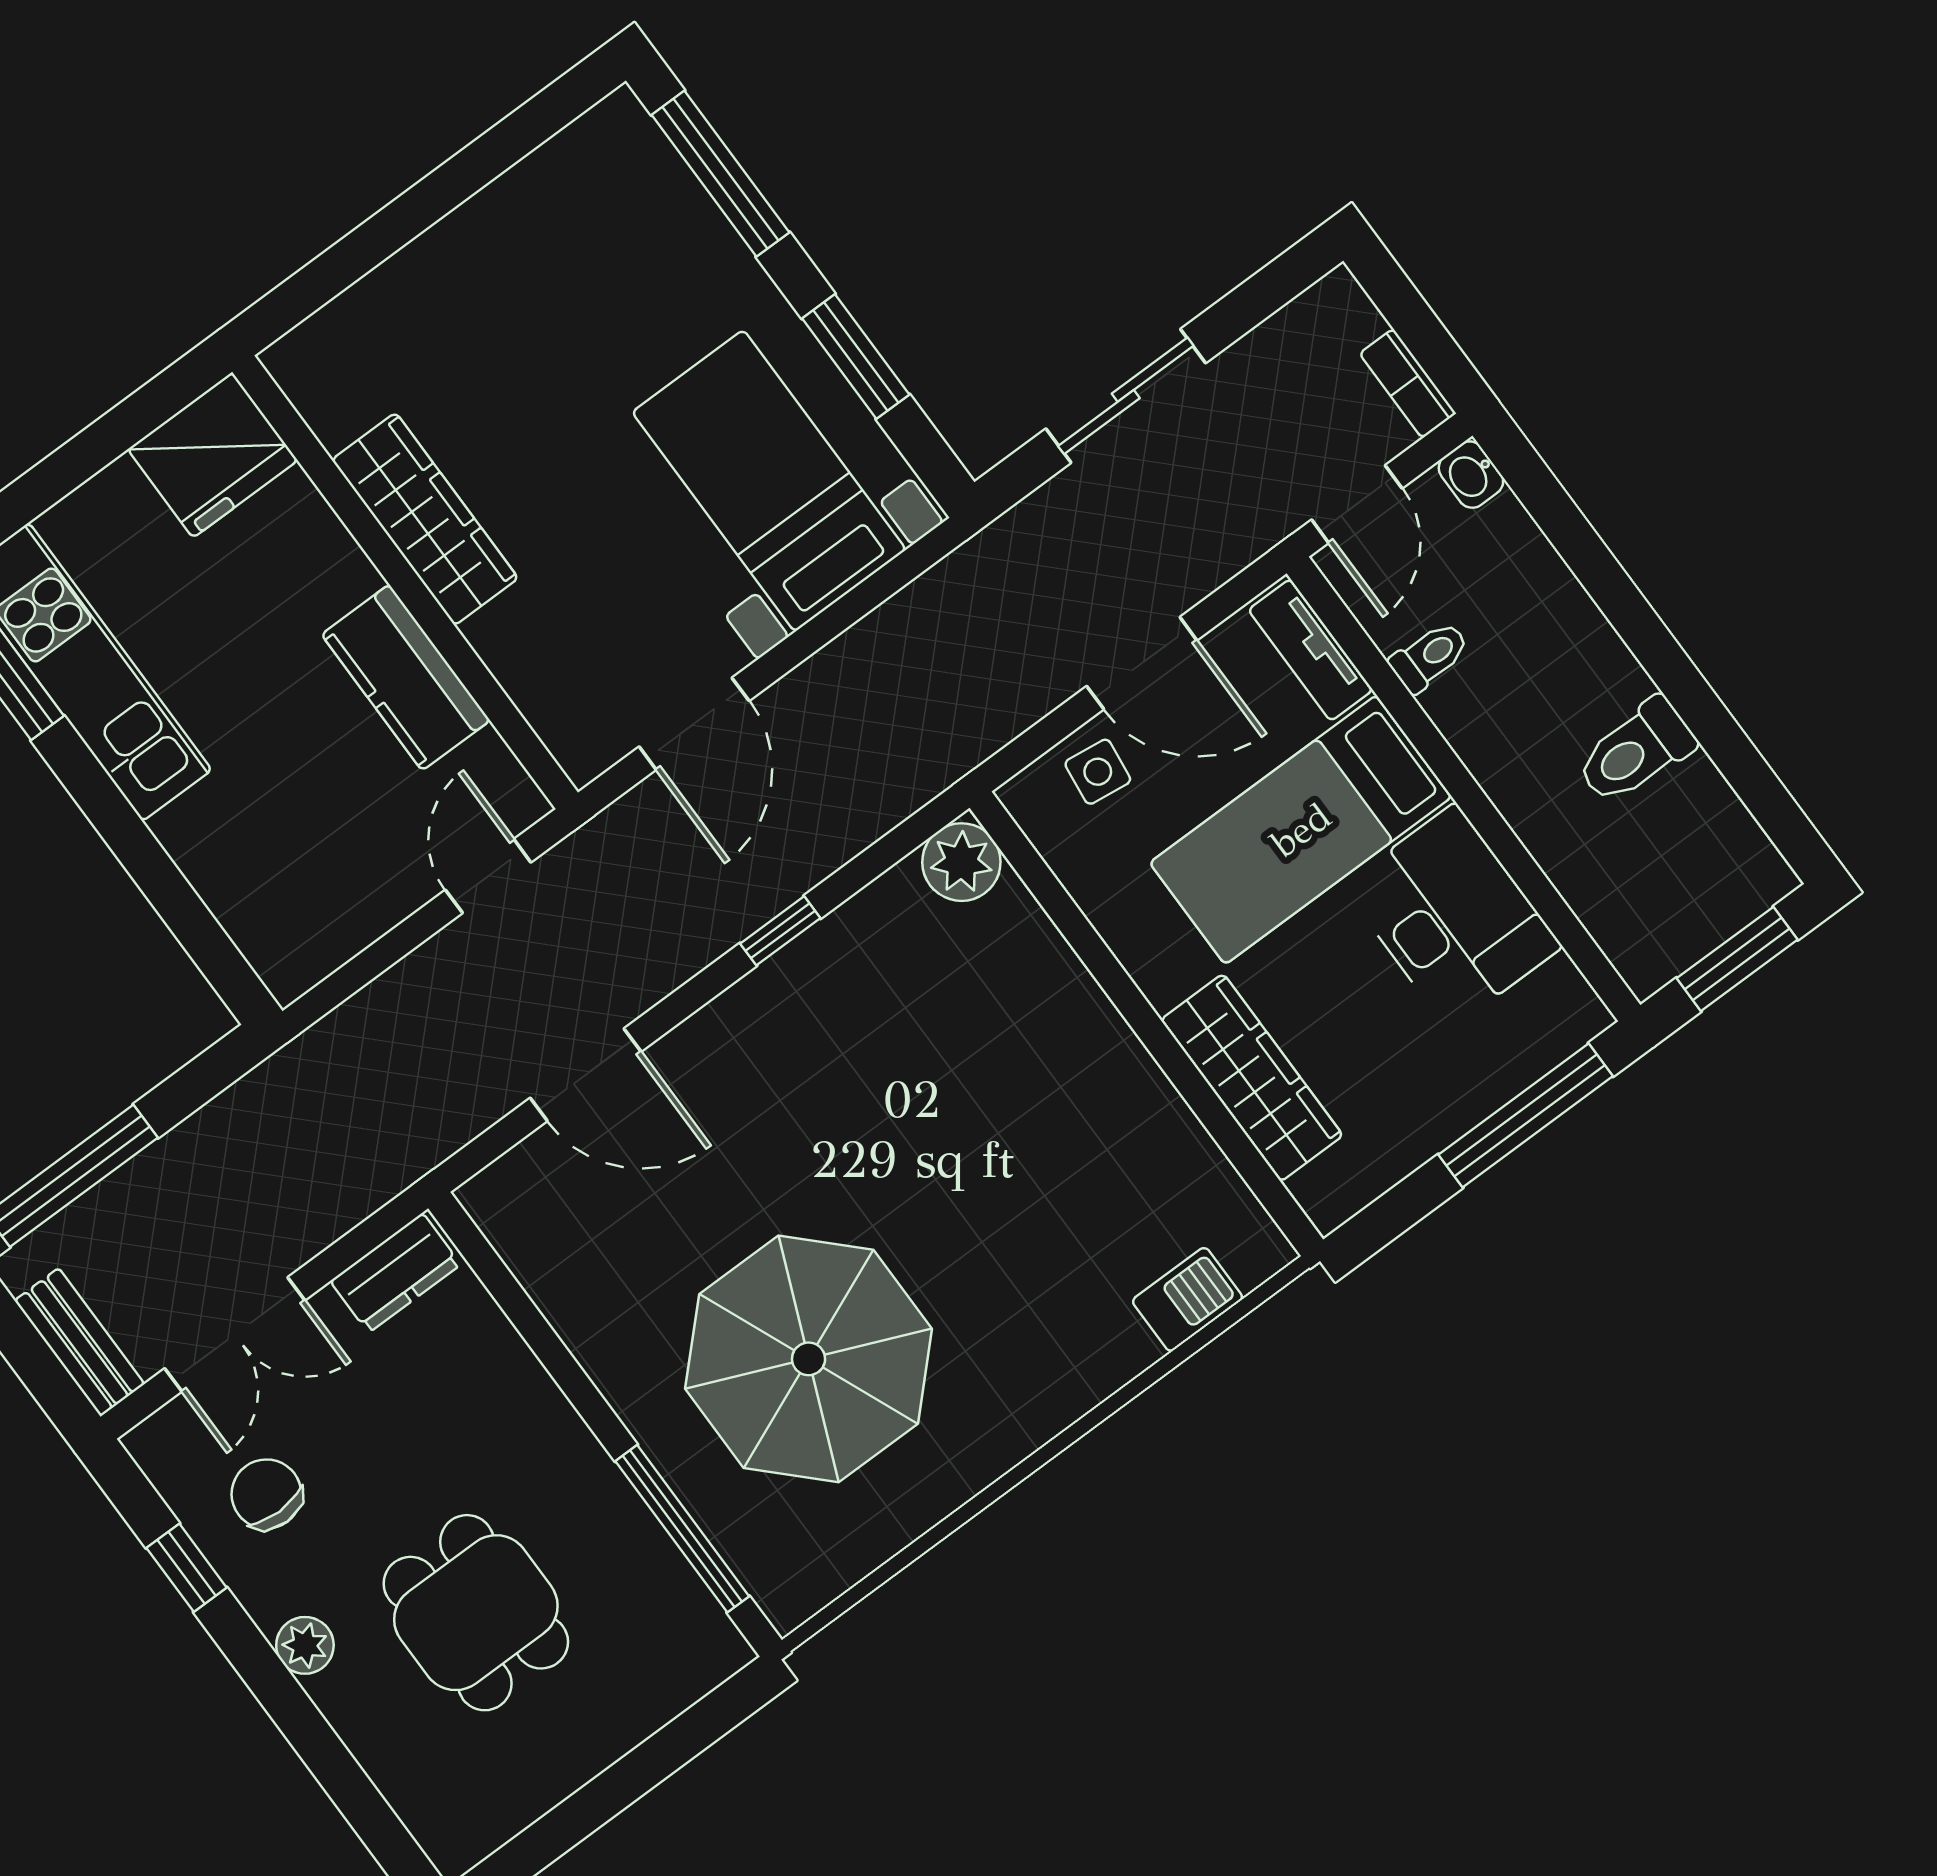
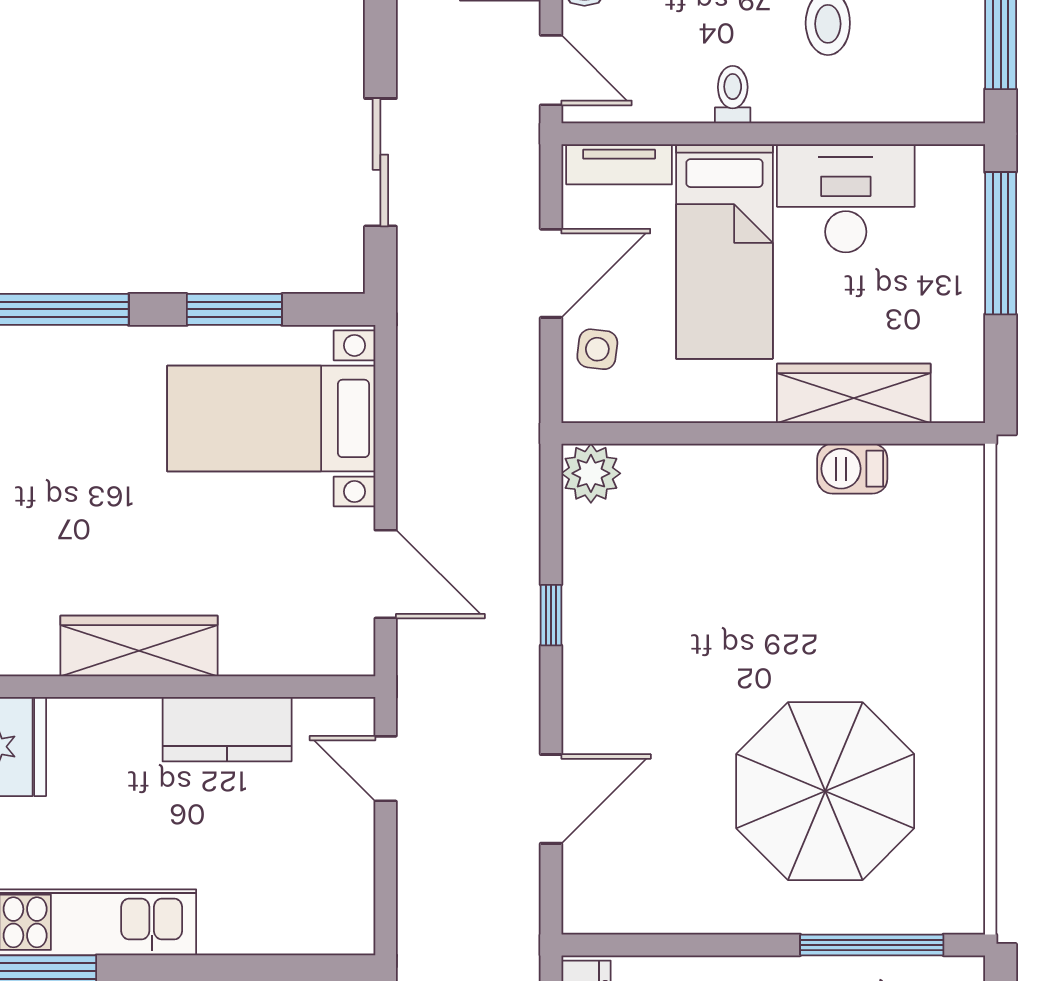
toilet: (1429, 656) -> (733, 95), moved
barbecue: (1187, 1299) -> (852, 469), moved, turned -90

